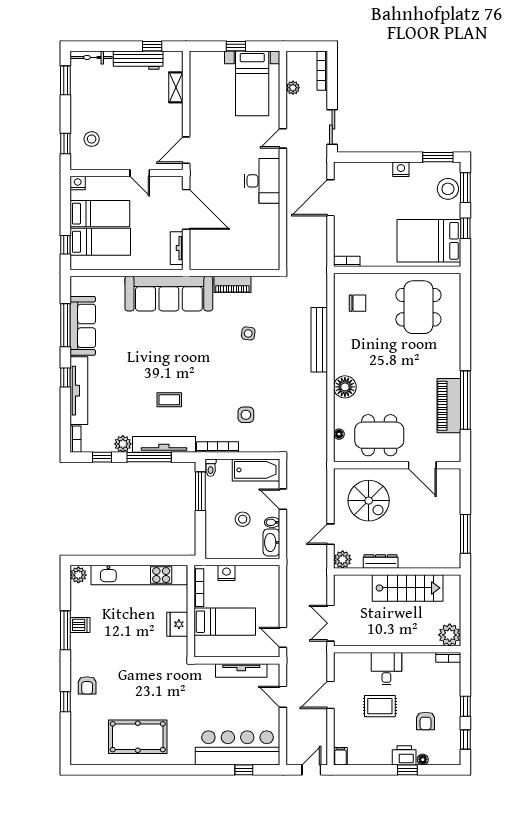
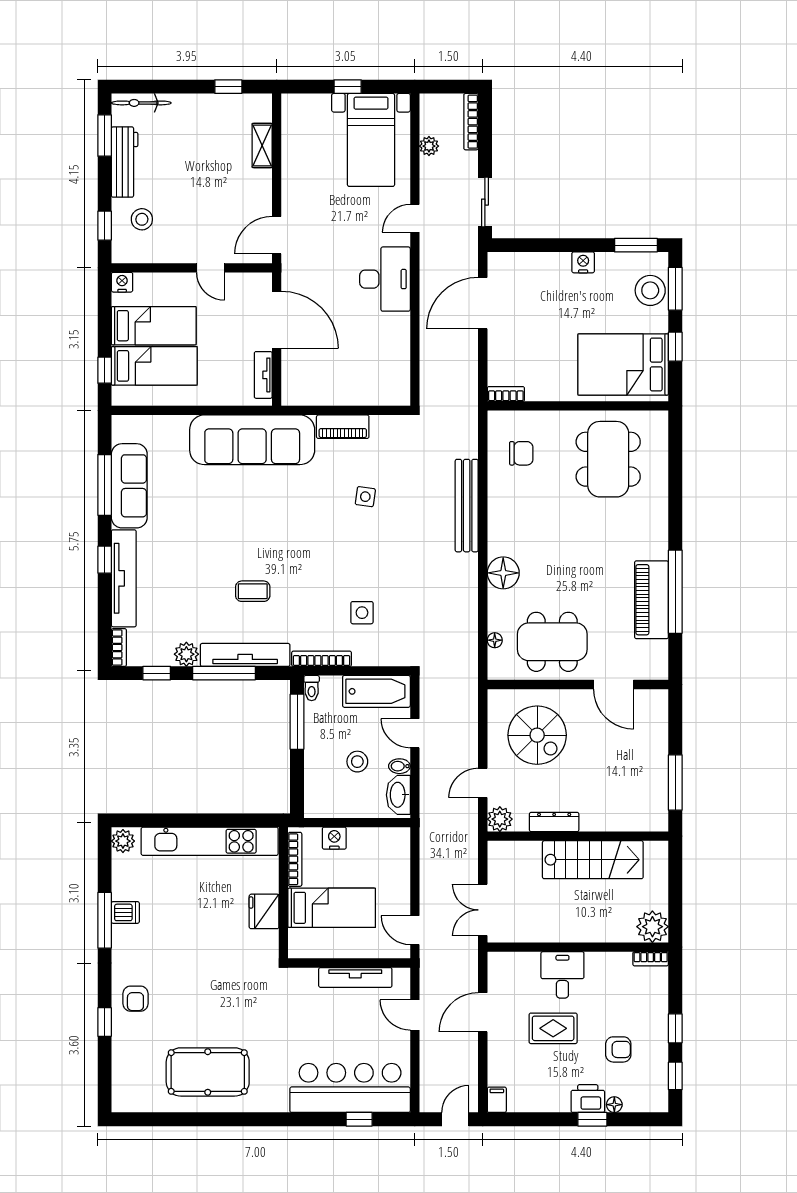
workbench: (138, 60) -> (125, 162), moved, turned -90
armchair: (426, 721) -> (618, 1049), turned -90

